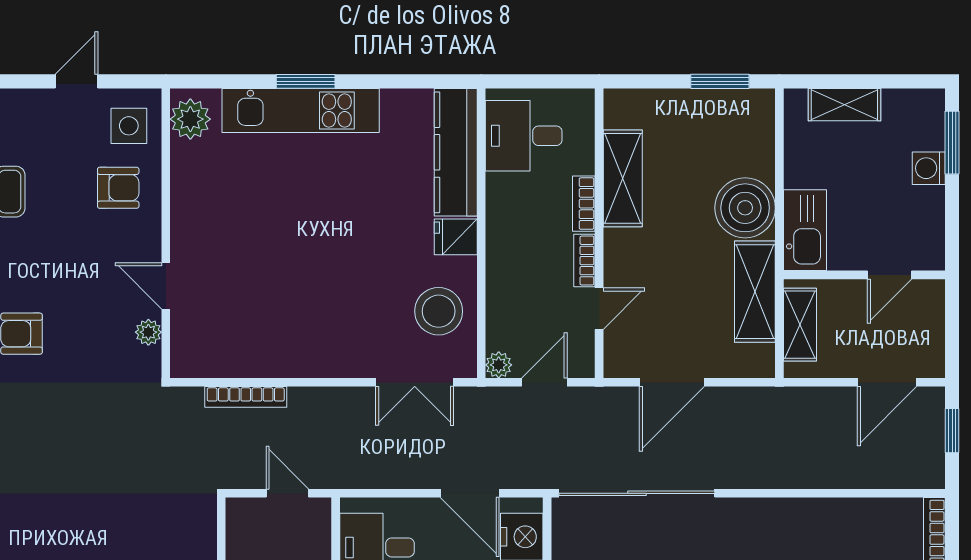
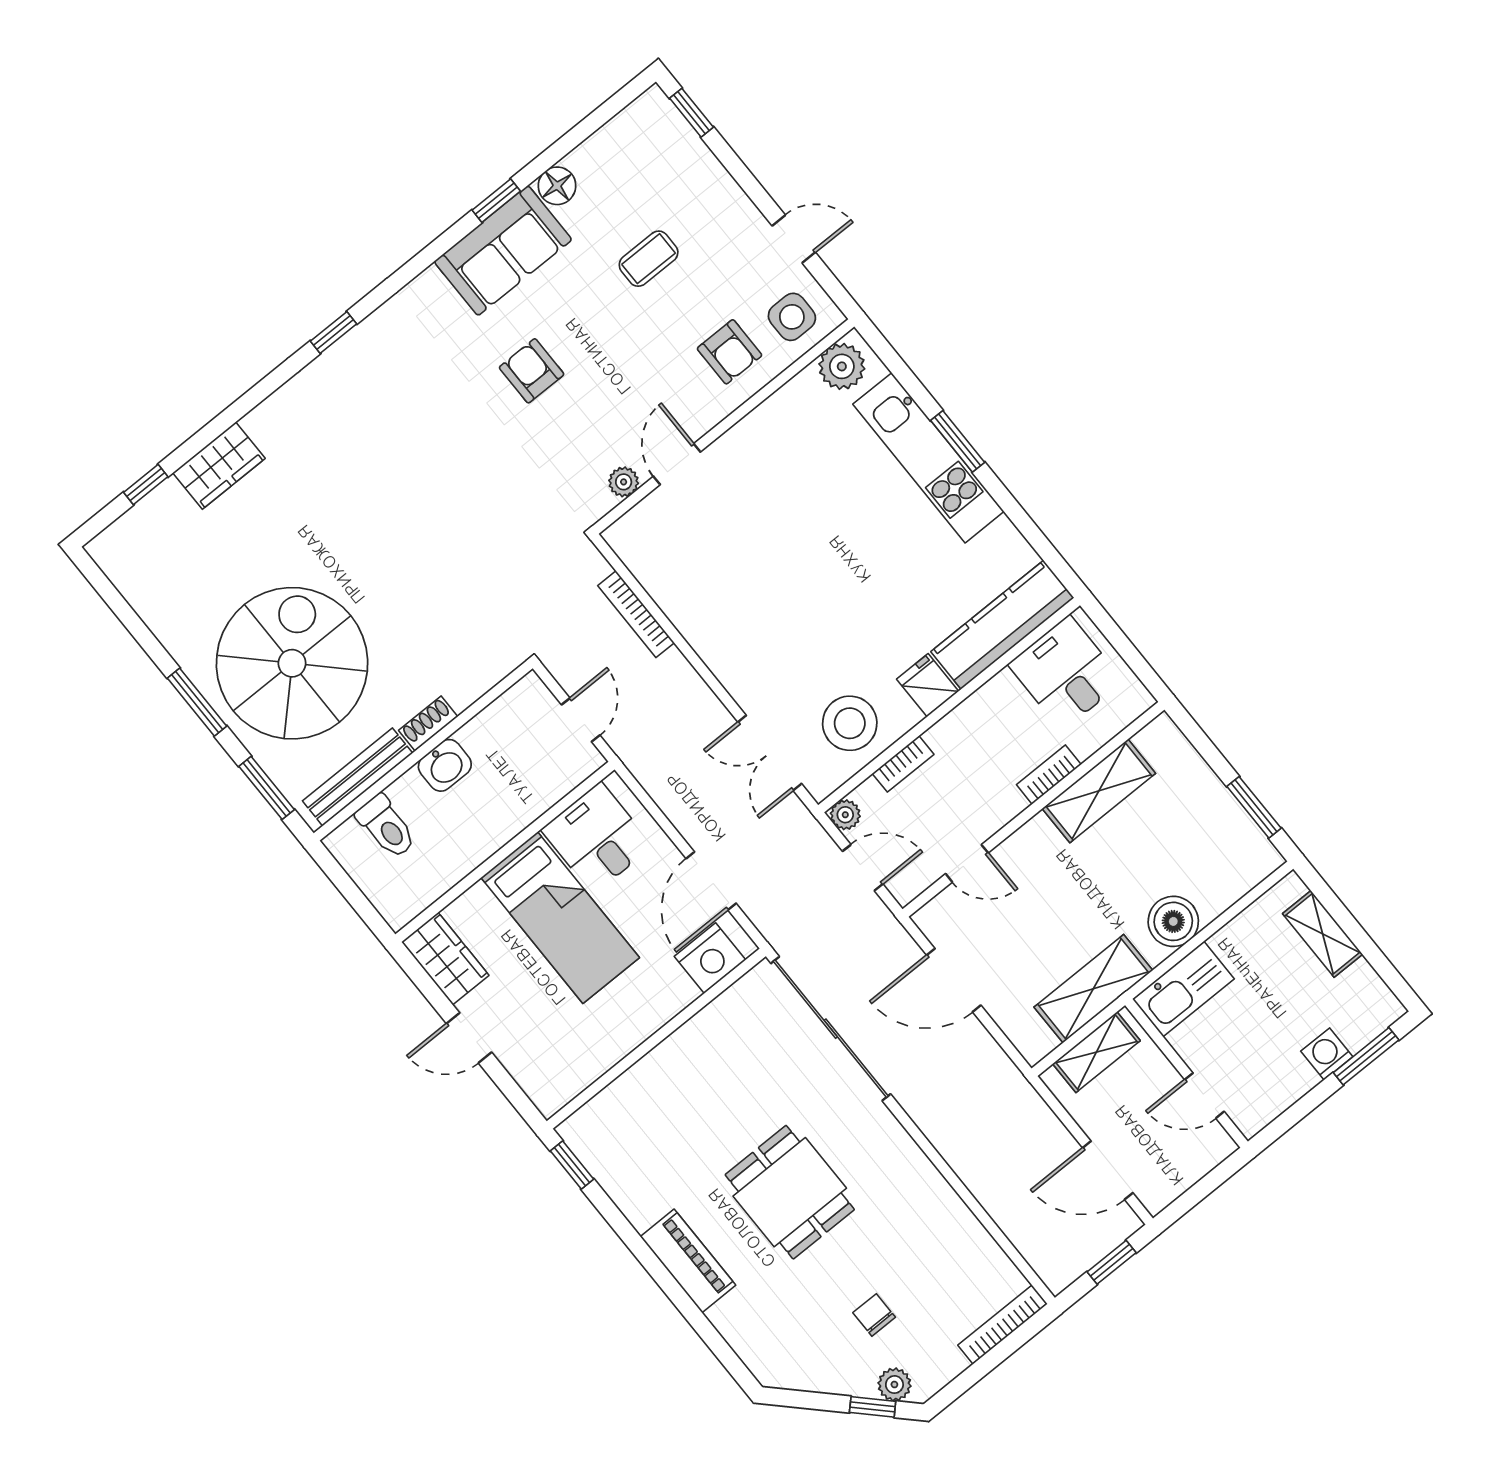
boiler: (745, 208) -> (1173, 921), width x0.73, depth x0.73
bookcase: (584, 261) -> (903, 764), moved, turned 180

